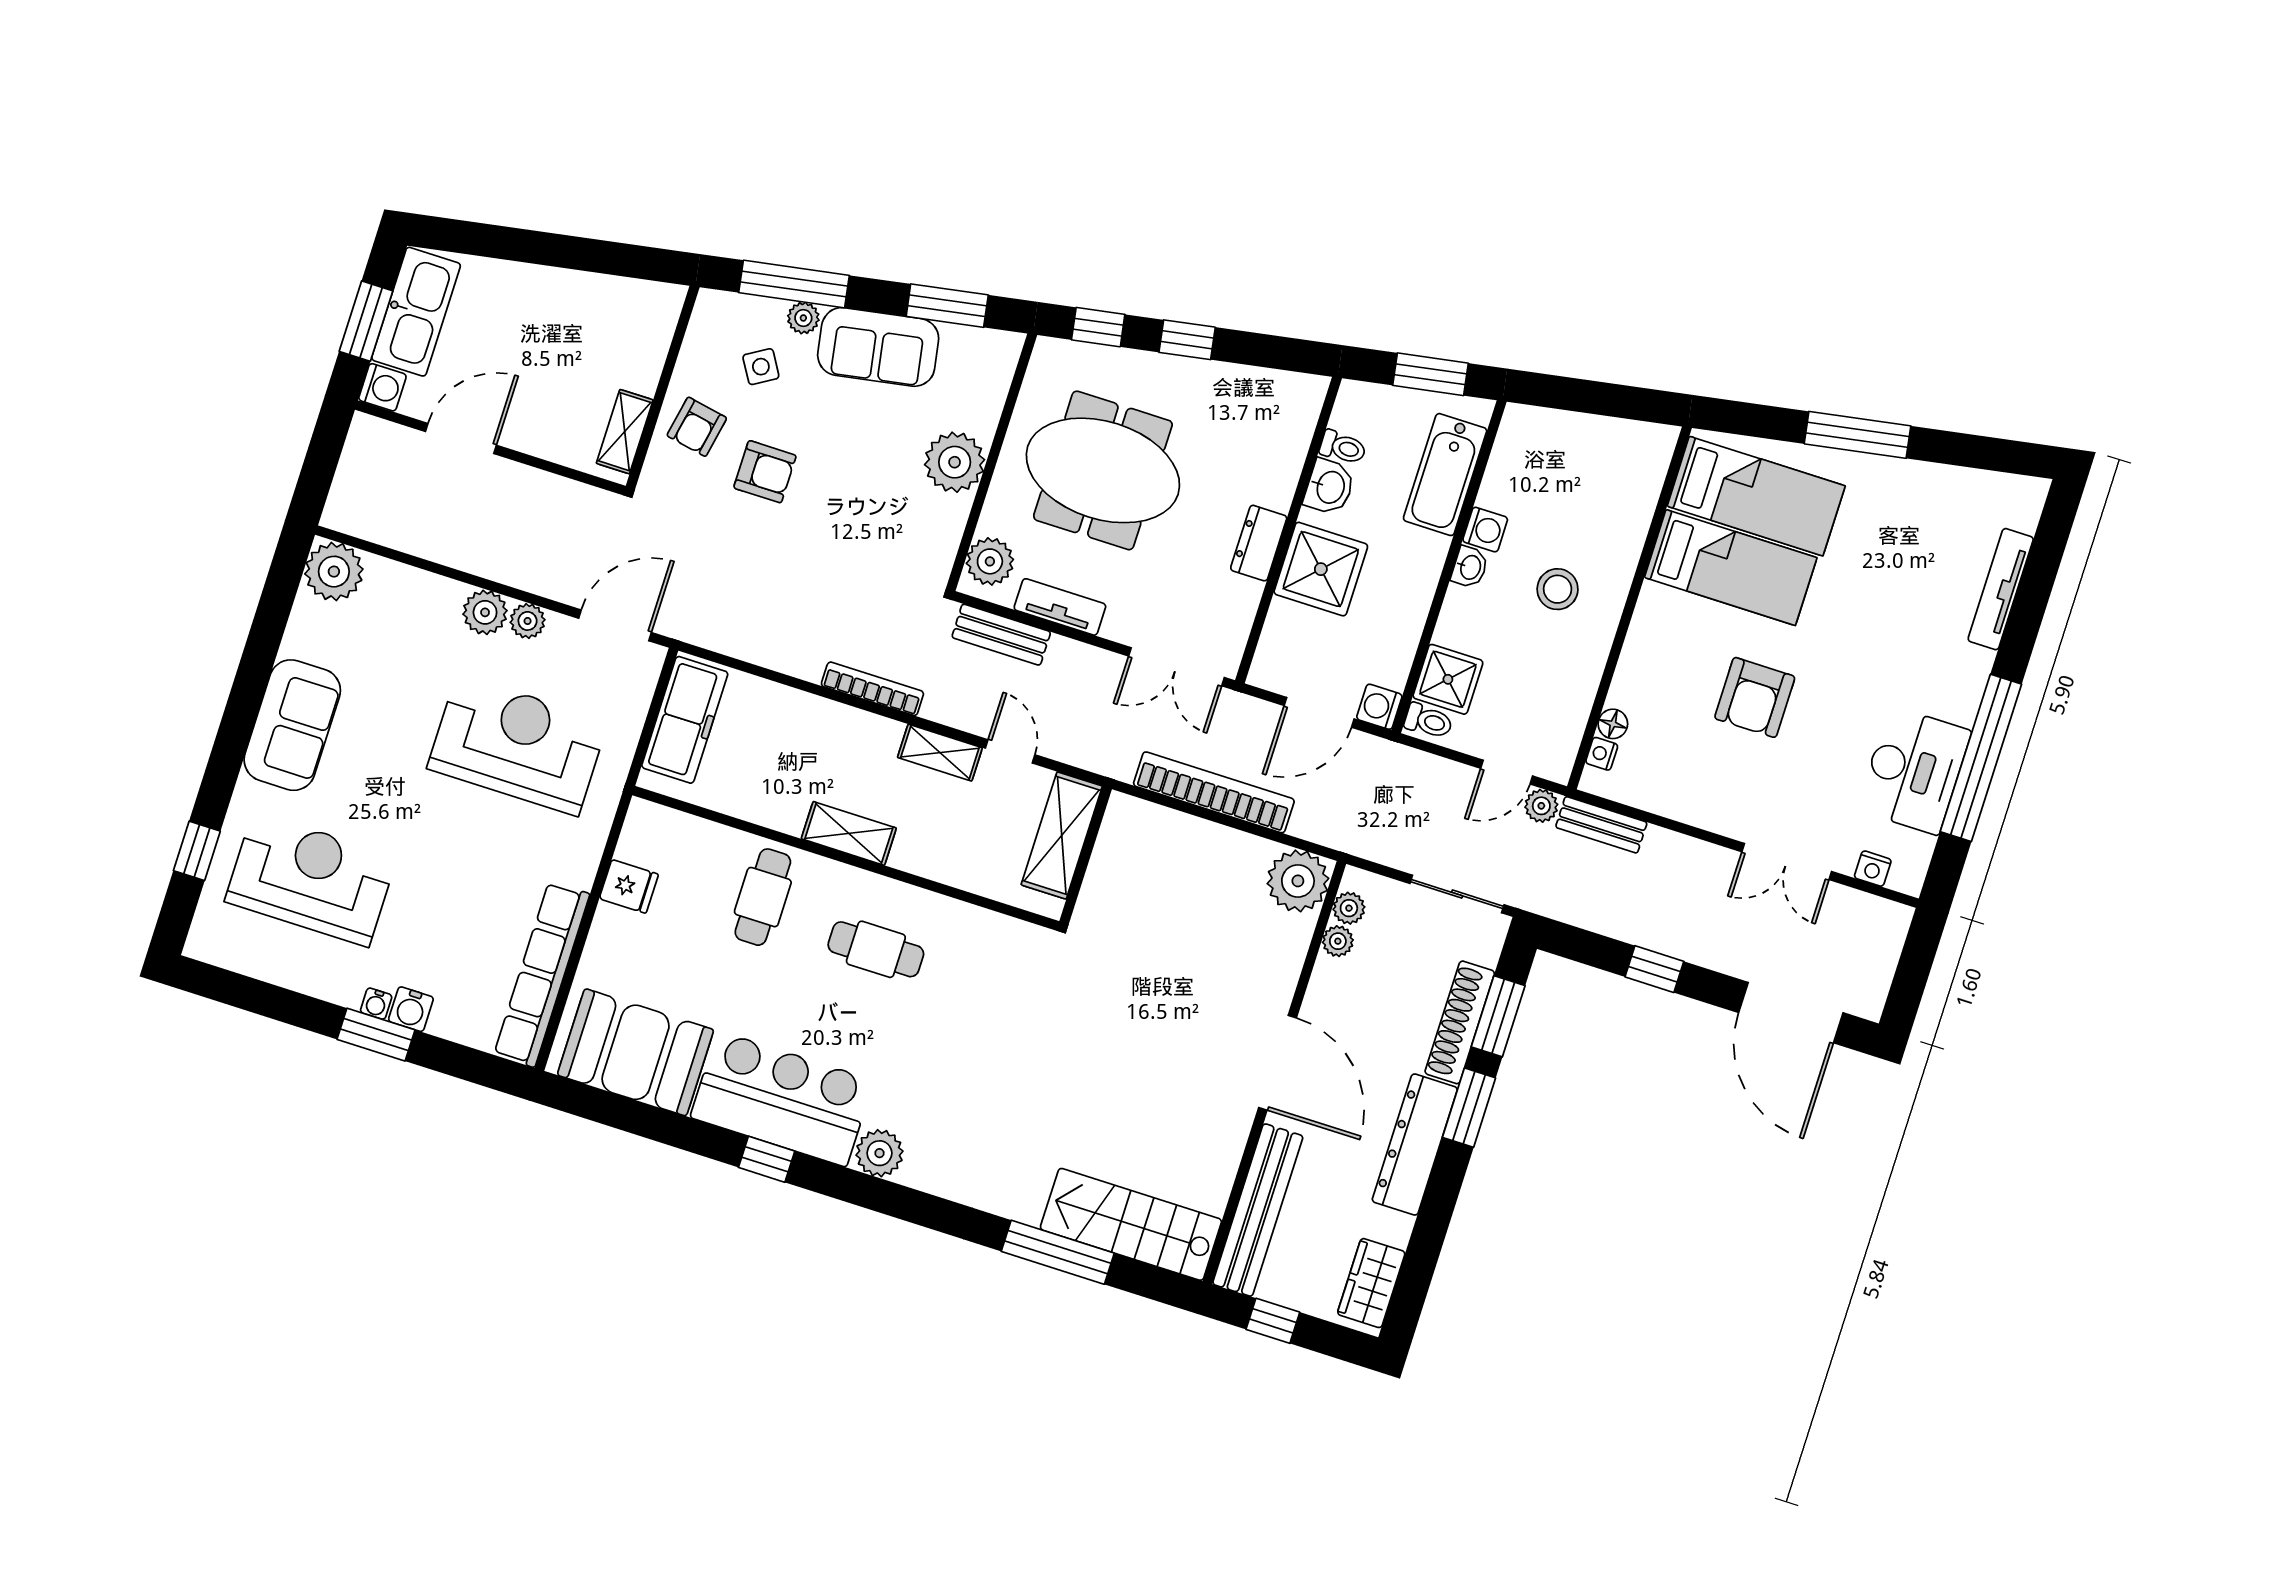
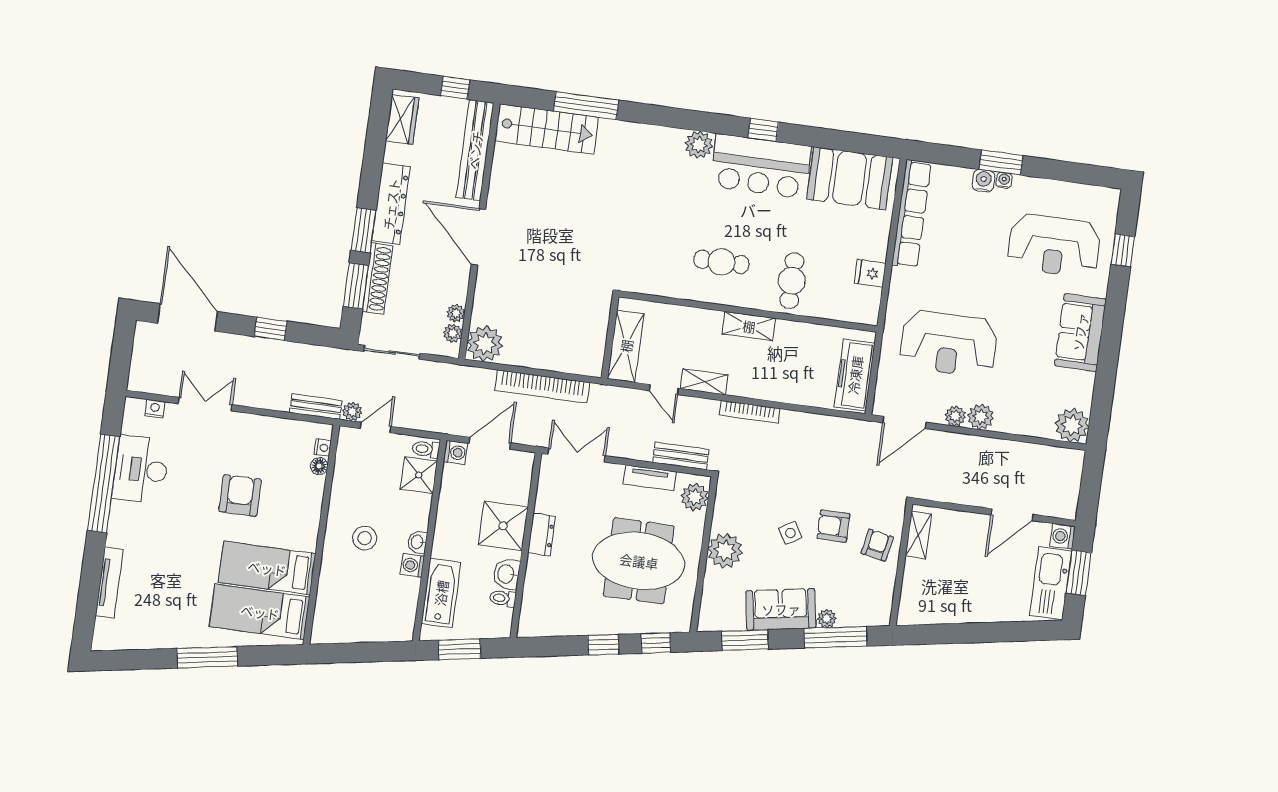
side table: (761, 367) -> (790, 533), moved

